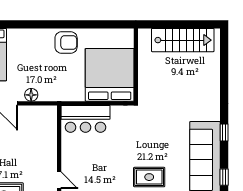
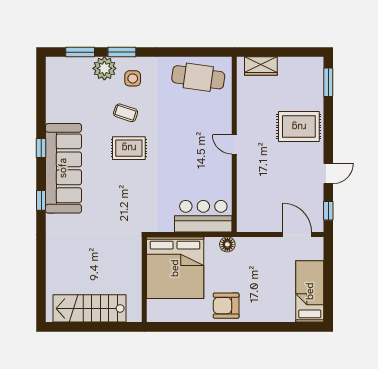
floor lamp: (31, 95) -> (227, 244), moved

